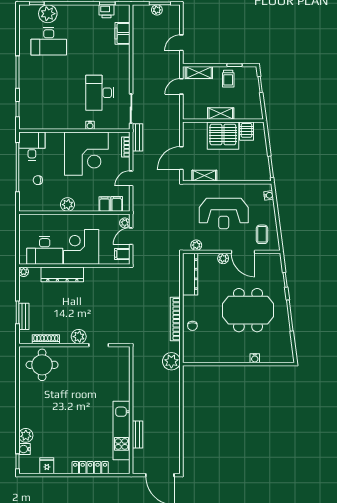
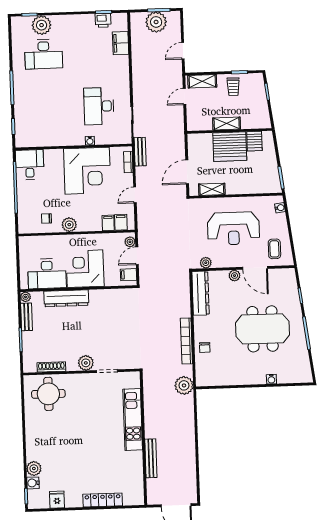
plant: (157, 10) -> (156, 22), width x1.88, depth x1.88
chair: (38, 180) -> (47, 219), moved
bench: (24, 316) -> (26, 317), moved
kitchen unit: (121, 430) -> (133, 419), moved
bench: (137, 434) -> (151, 458), width x1.36

